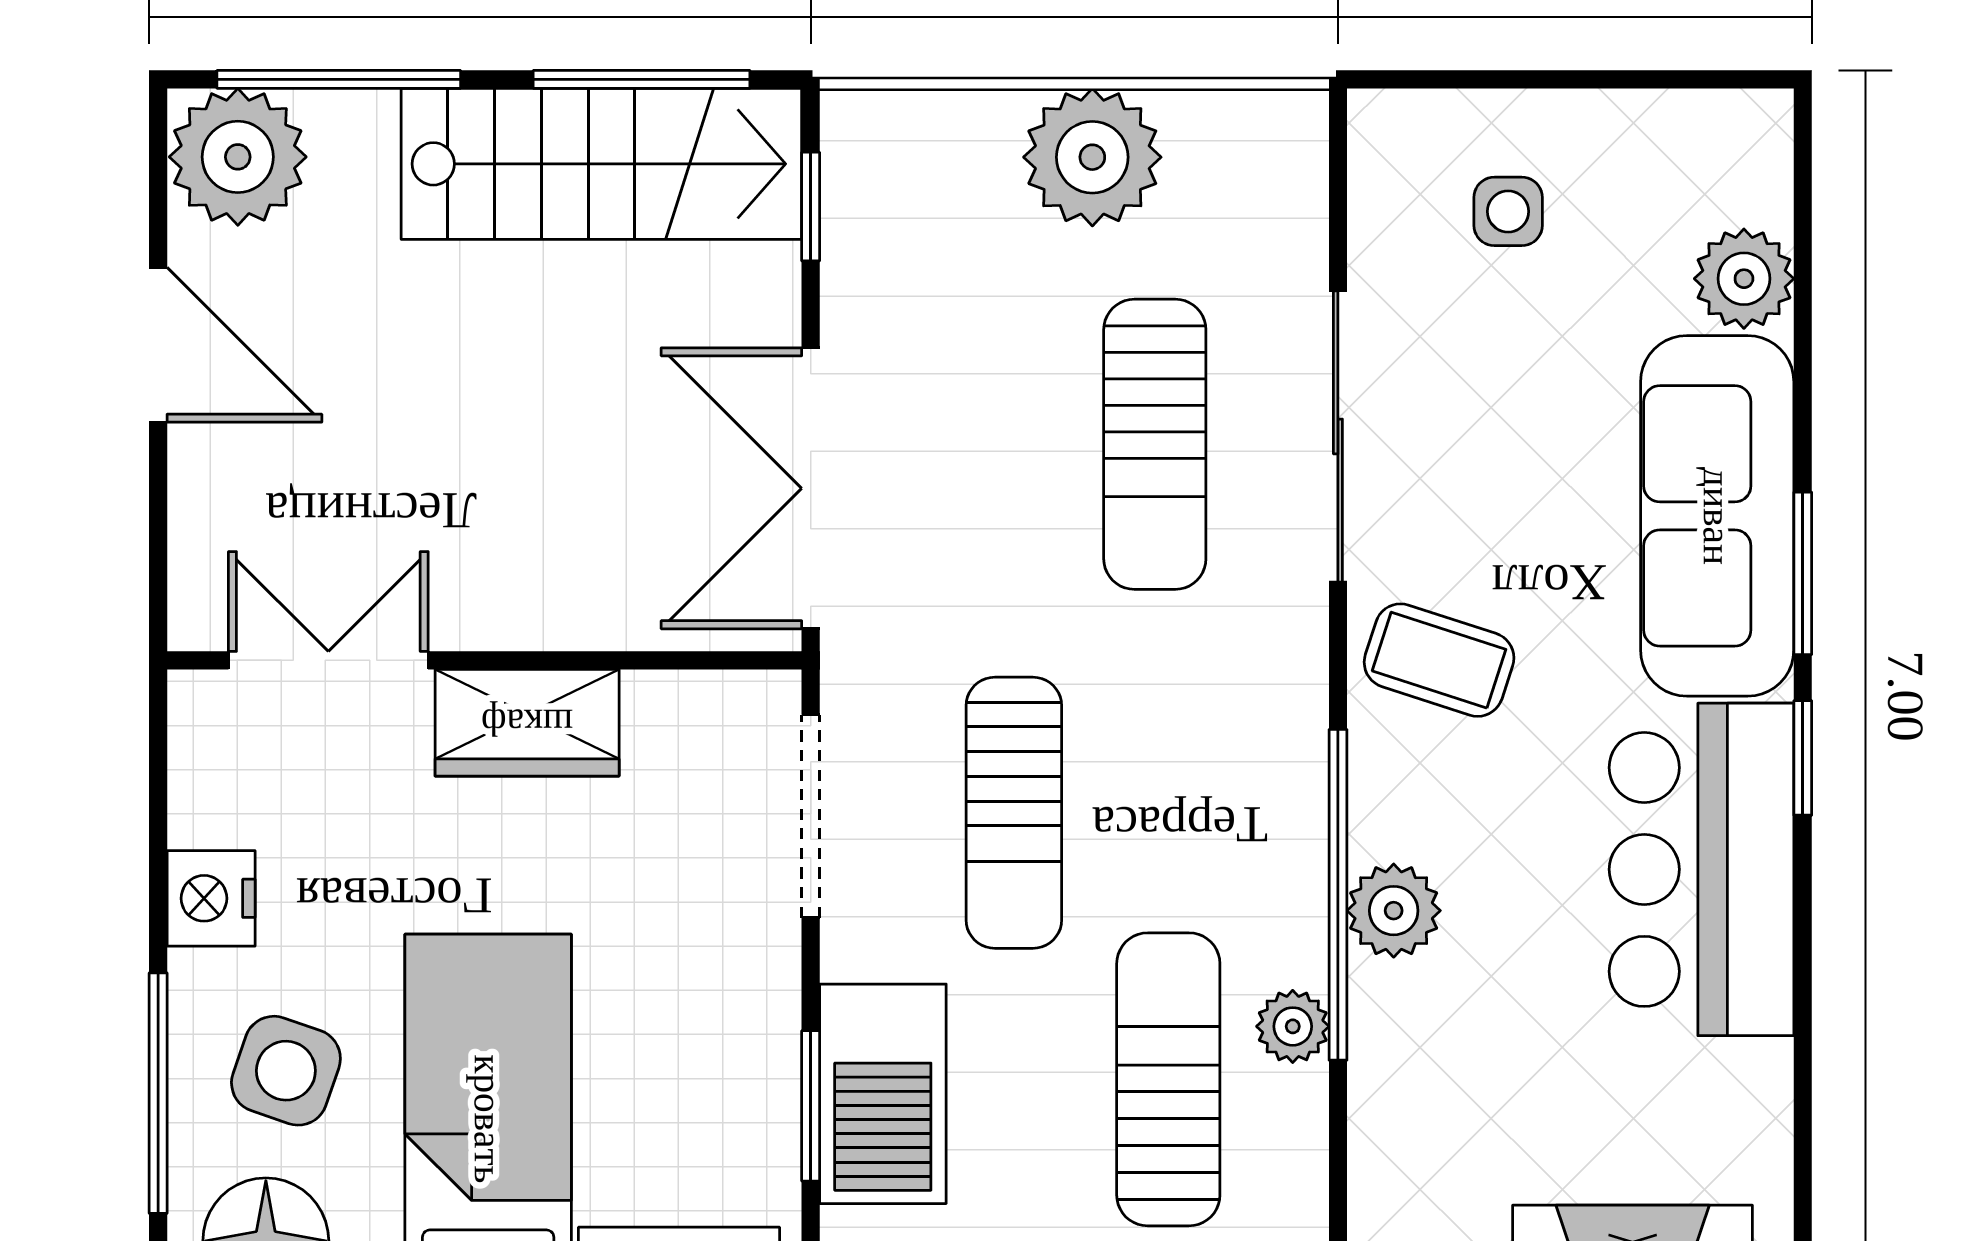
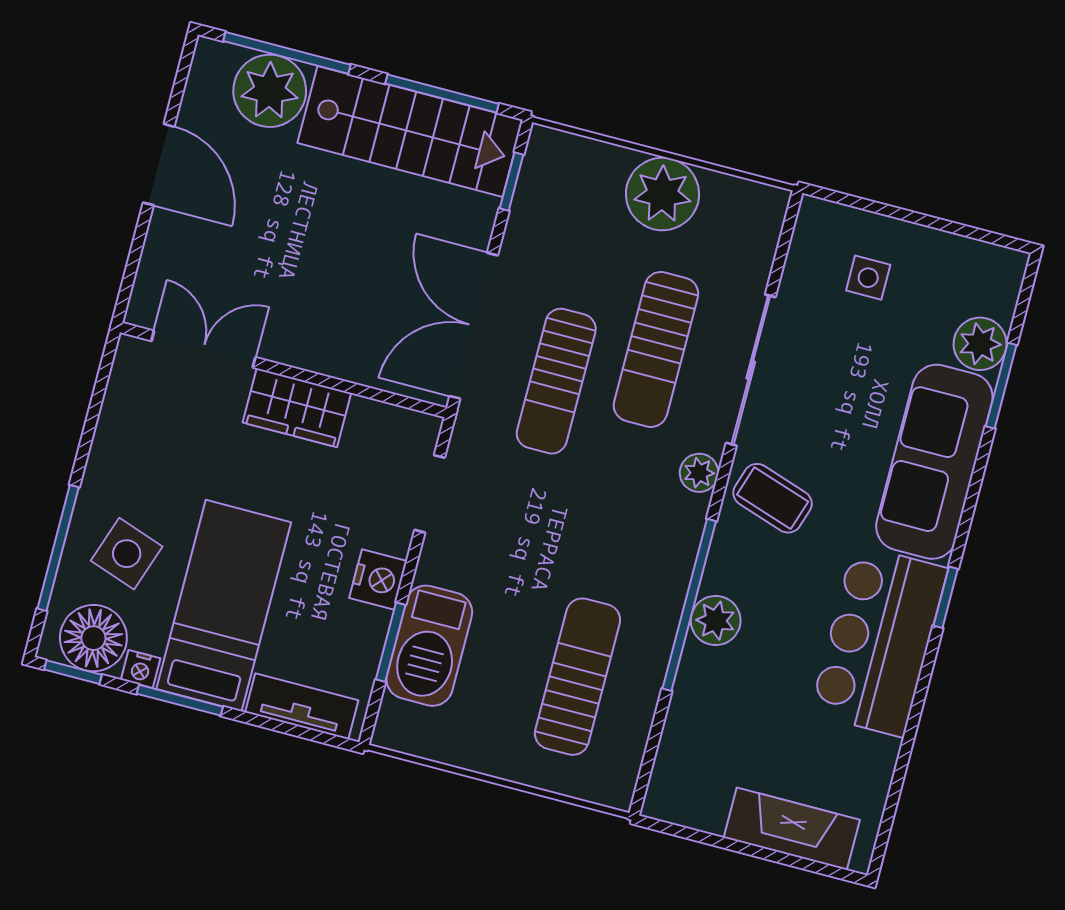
plant: (238, 157) -> (270, 91), moved
window: (1803, 573) -> (1001, 386), moved
sun lounger: (1014, 813) -> (556, 381), moved
doorway: (811, 816) -> (430, 494), width x0.73
nightstand: (211, 898) -> (378, 579), moved, turned 180
plant: (1293, 1026) -> (699, 473), moved

